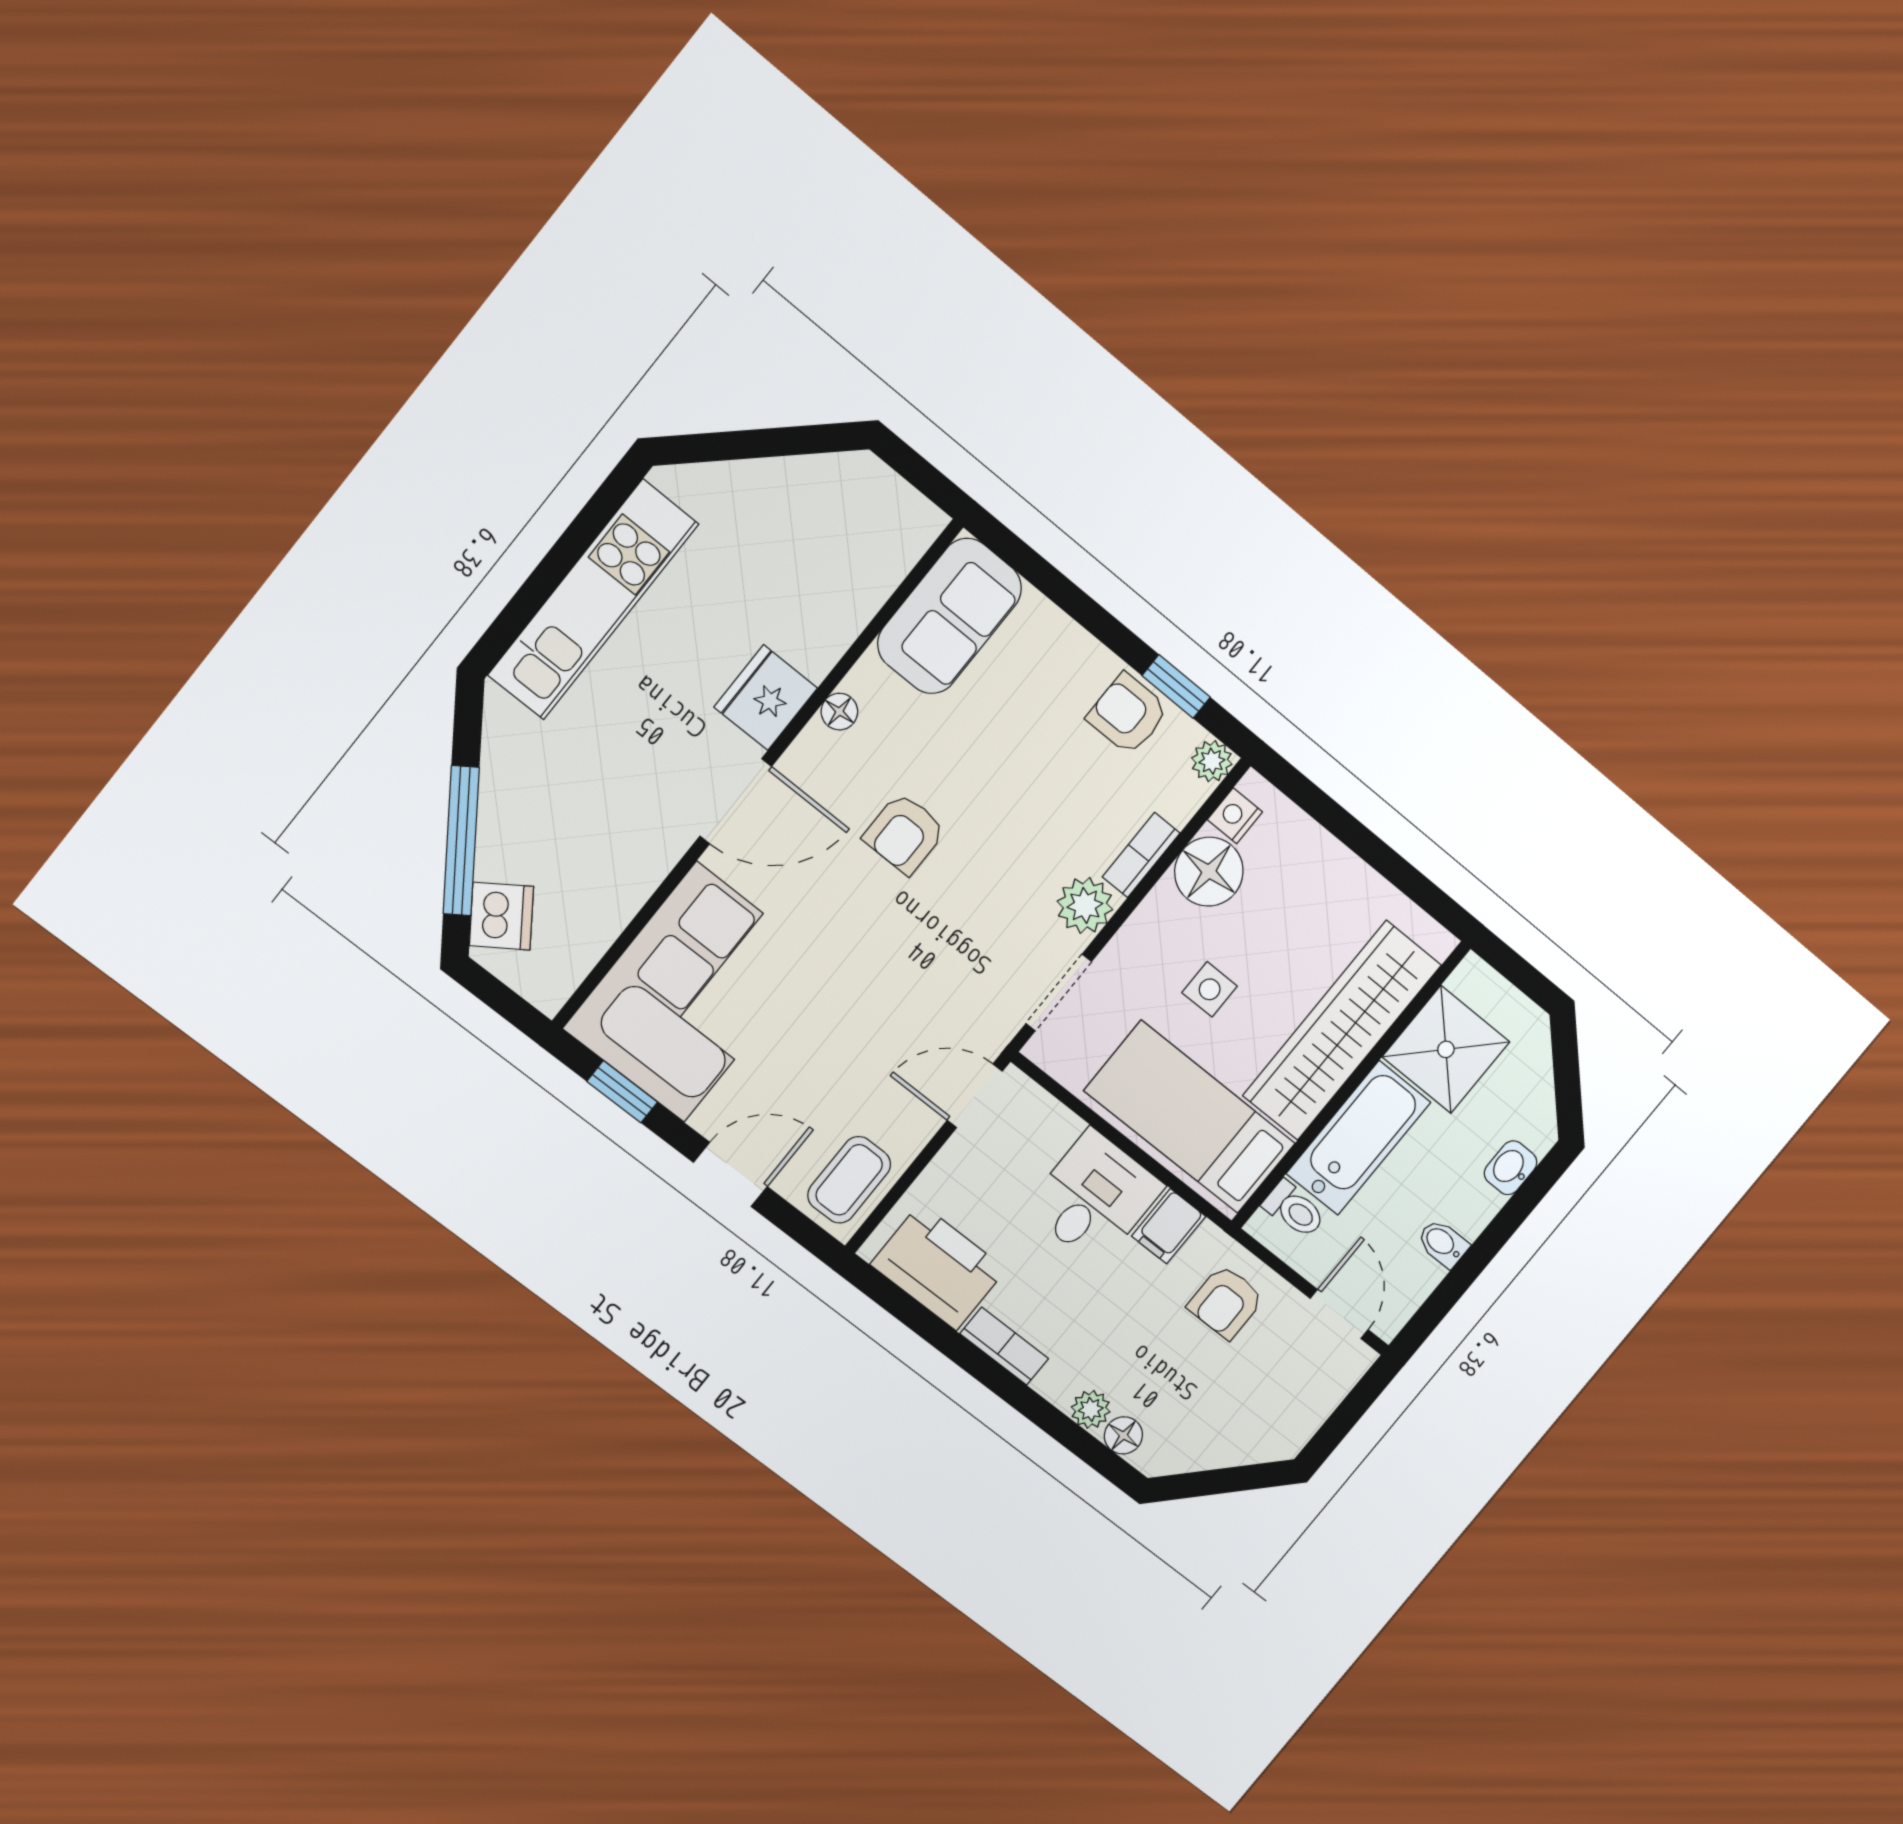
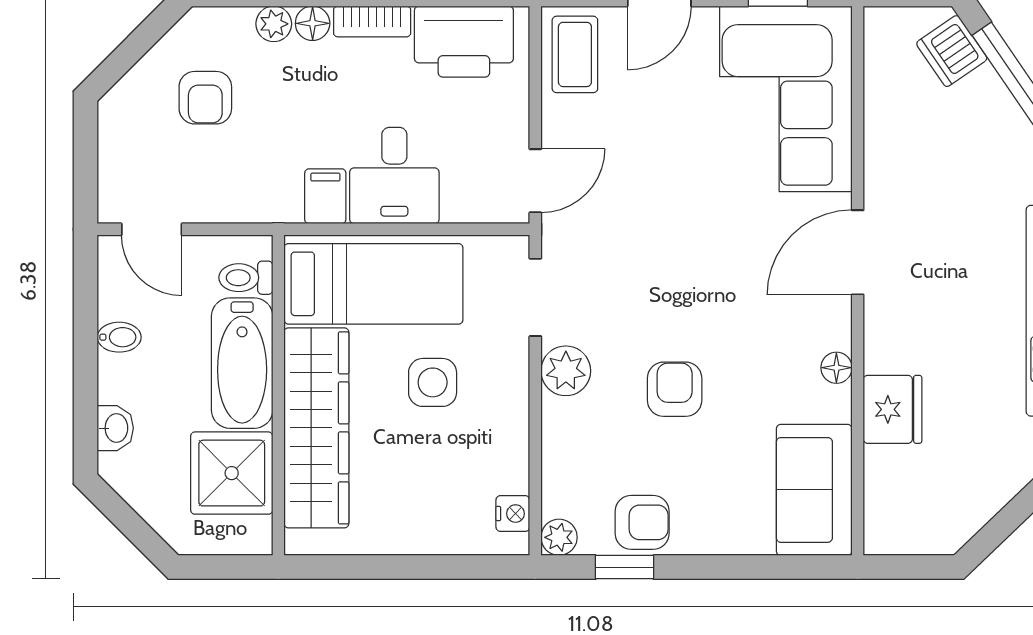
fridge: (766, 698) -> (893, 409), moved
armchair: (904, 834) -> (675, 389), moved
bookcase: (1141, 855) -> (555, 436), removed
floor lamp: (1209, 872) -> (500, 462), removed
side table: (1210, 989) -> (433, 382), width x1.37, depth x1.37
armchair: (1226, 1302) -> (205, 98), moved, turned 180
floor lamp: (1123, 1435) -> (313, 23), moved

